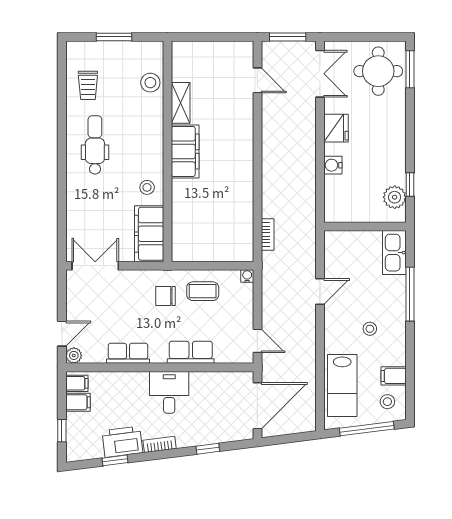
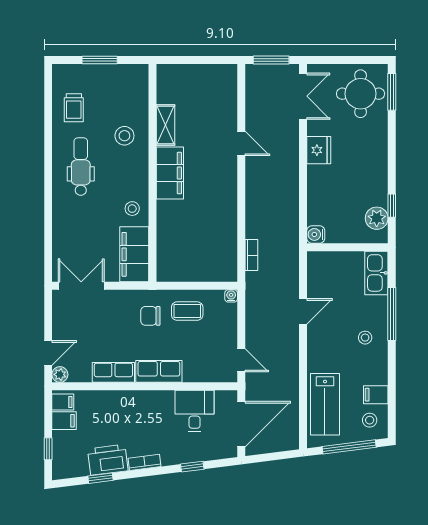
door: (257, 80) -> (241, 143), moved
stool: (150, 83) -> (124, 136), moved
water cooler: (333, 165) -> (316, 234), moved
stool: (370, 329) -> (365, 338), moved
row of seats: (191, 352) -> (159, 371), moved
desk: (169, 392) -> (195, 411), moved

